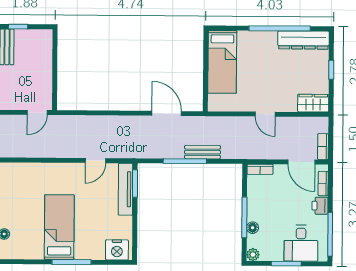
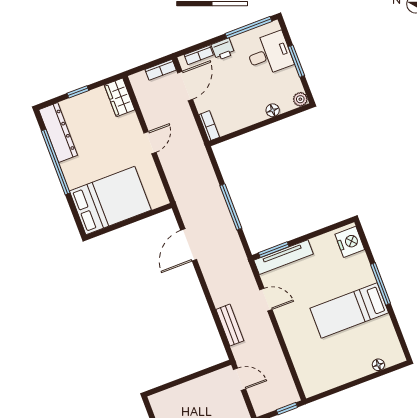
bed: (222, 62) -> (110, 200), width x1.50
bench: (202, 152) -> (230, 325), moved
window: (244, 217) -> (265, 123), removed

